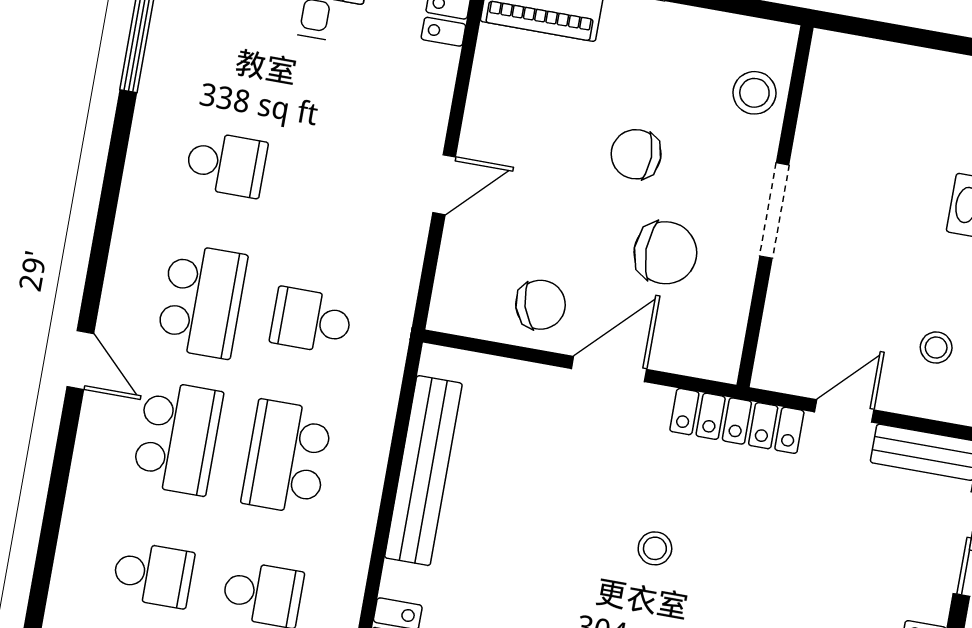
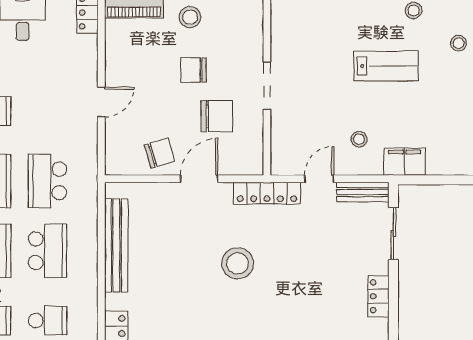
stool: (754, 93) -> (190, 17), moved
school desk: (311, 320) -> (48, 181), width x1.85
school desk: (287, 457) -> (48, 251), turned 180
stool: (655, 548) -> (238, 263), width x1.89, depth x1.89

